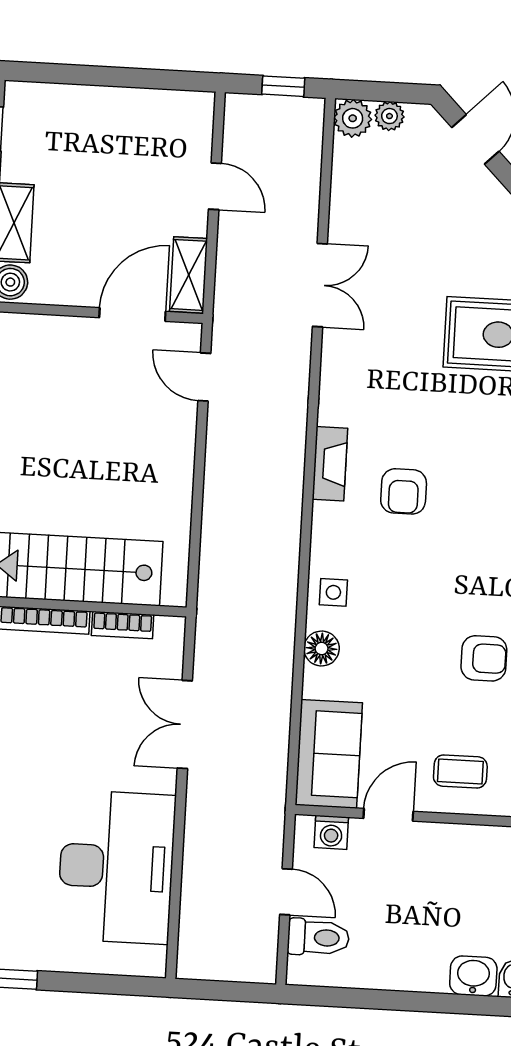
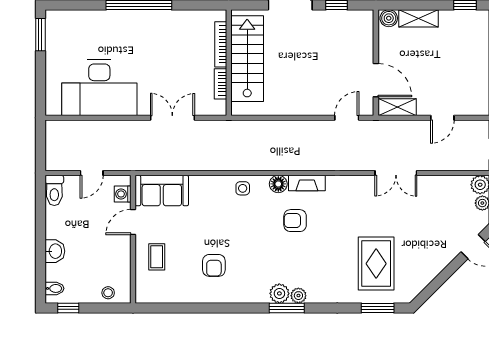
floor lamp: (322, 649) -> (278, 184), moved
door: (388, 815) -> (133, 222), swing flipped
toilet: (318, 937) -> (54, 190), moved
washbasin: (473, 976) -> (55, 251), moved

